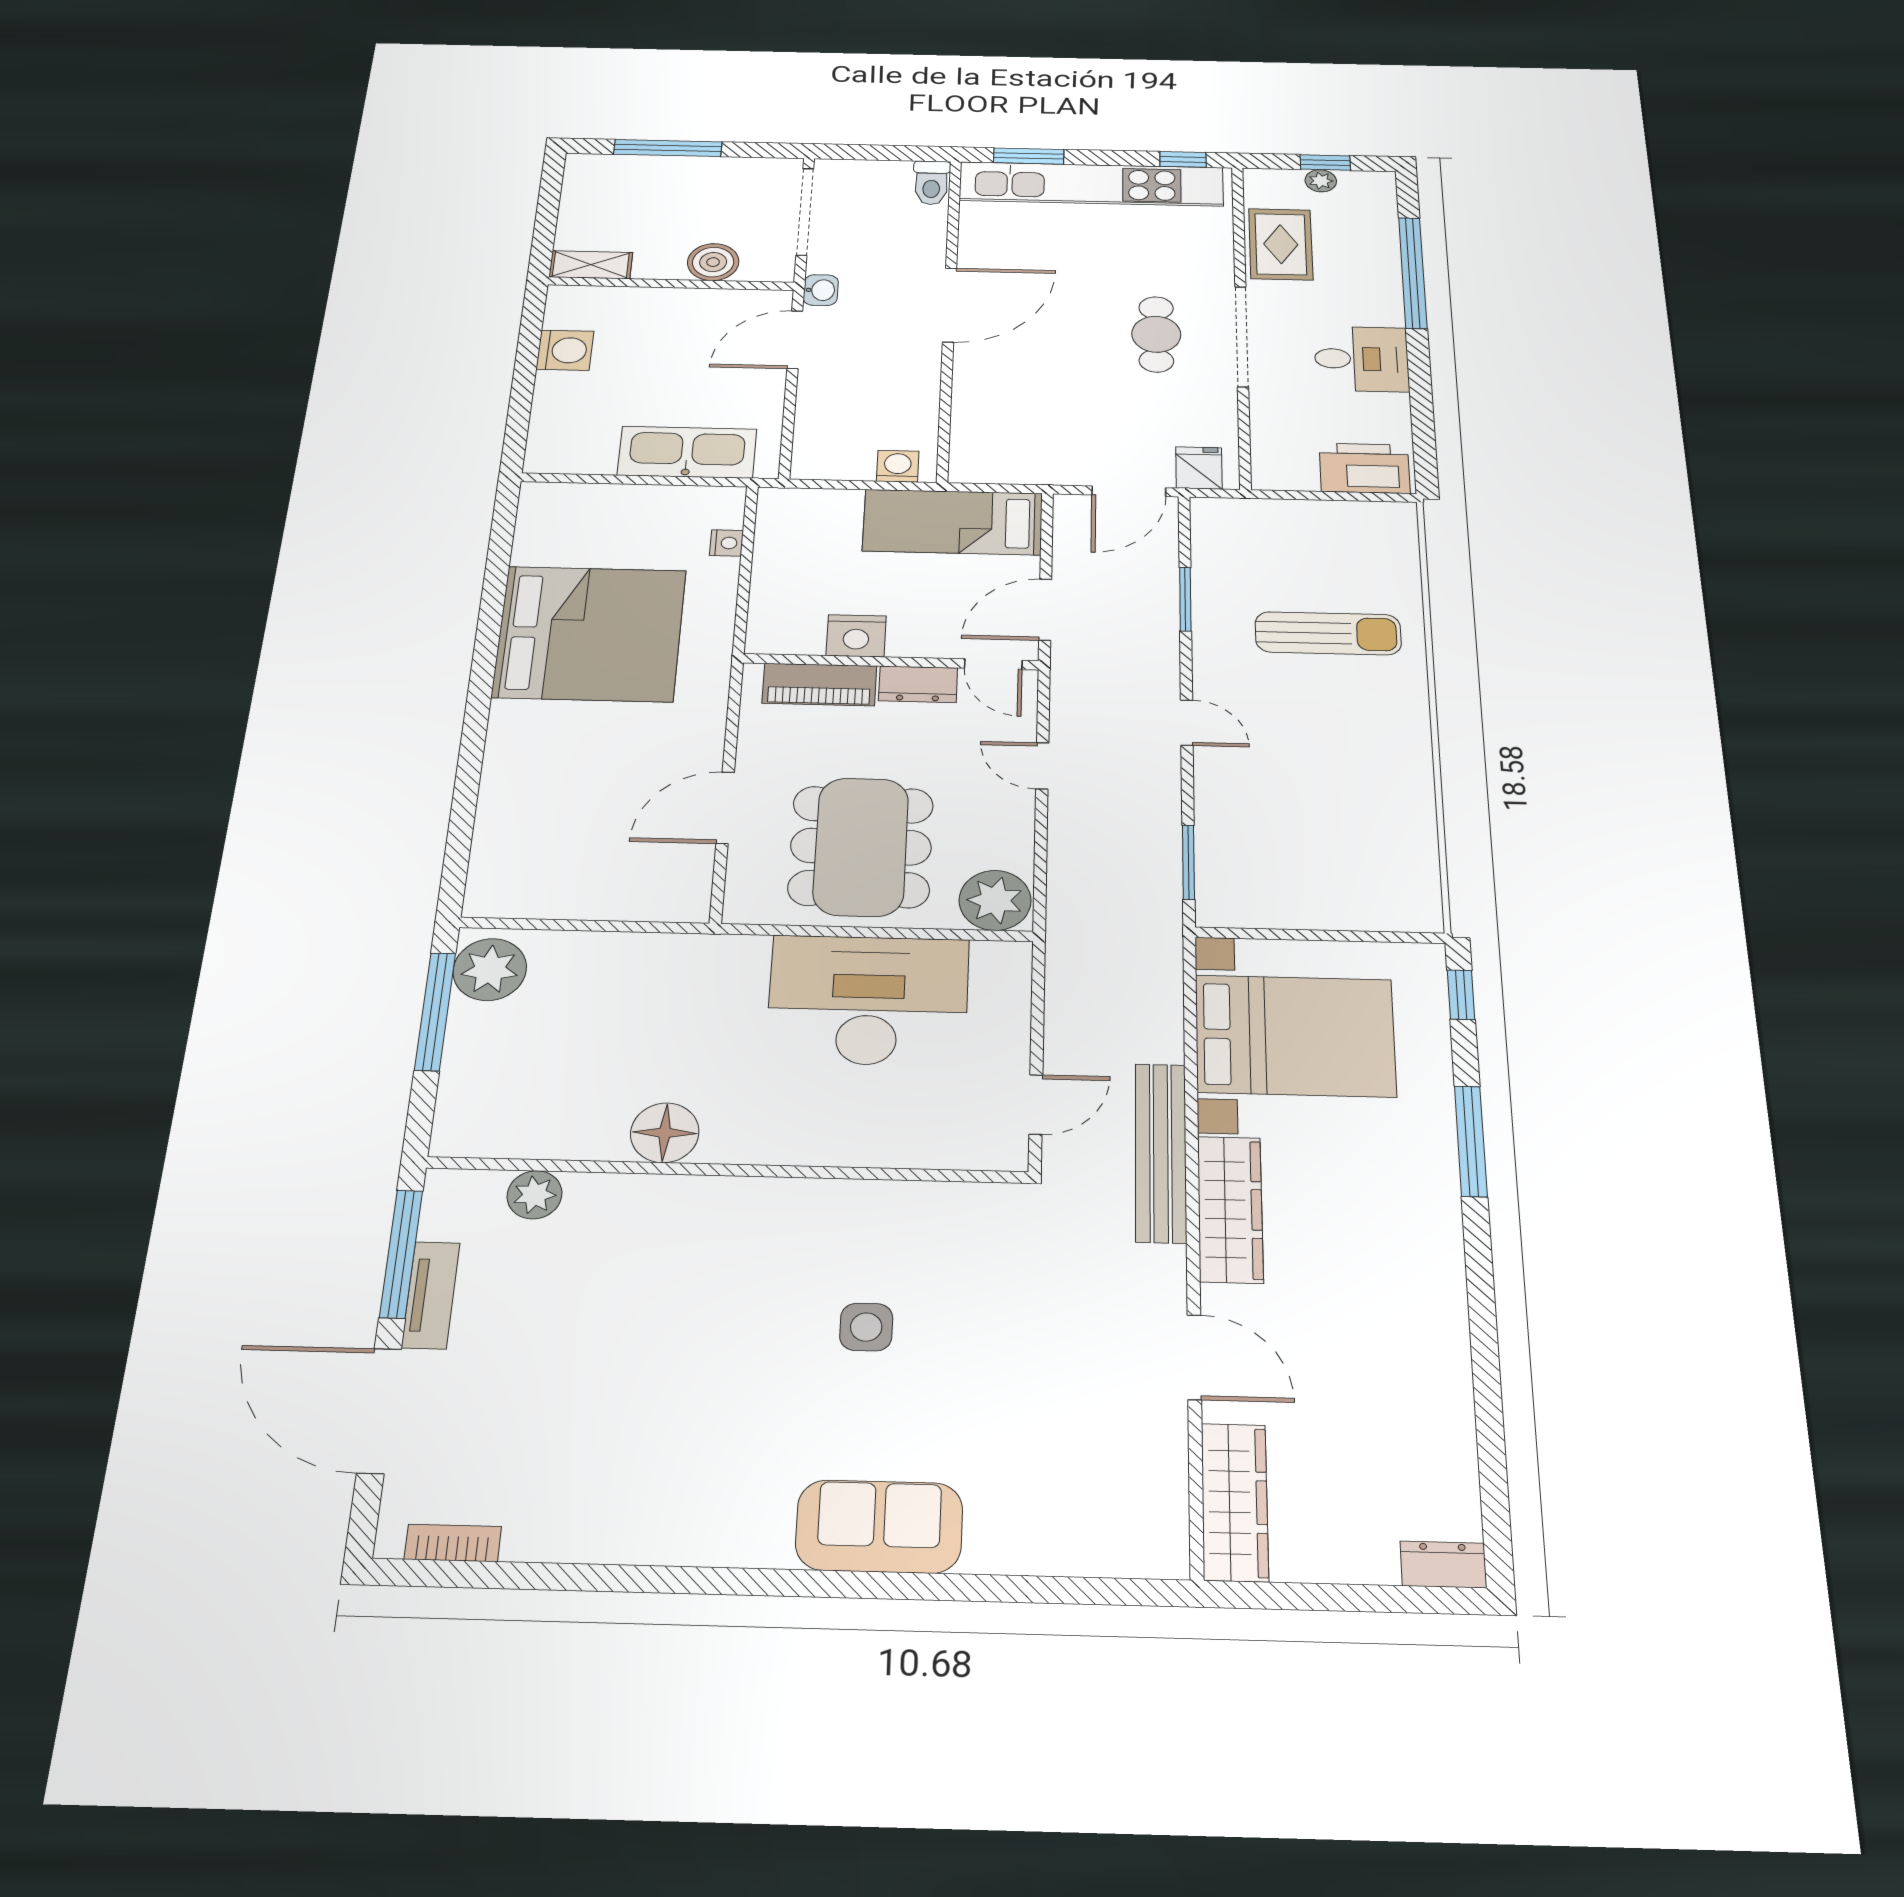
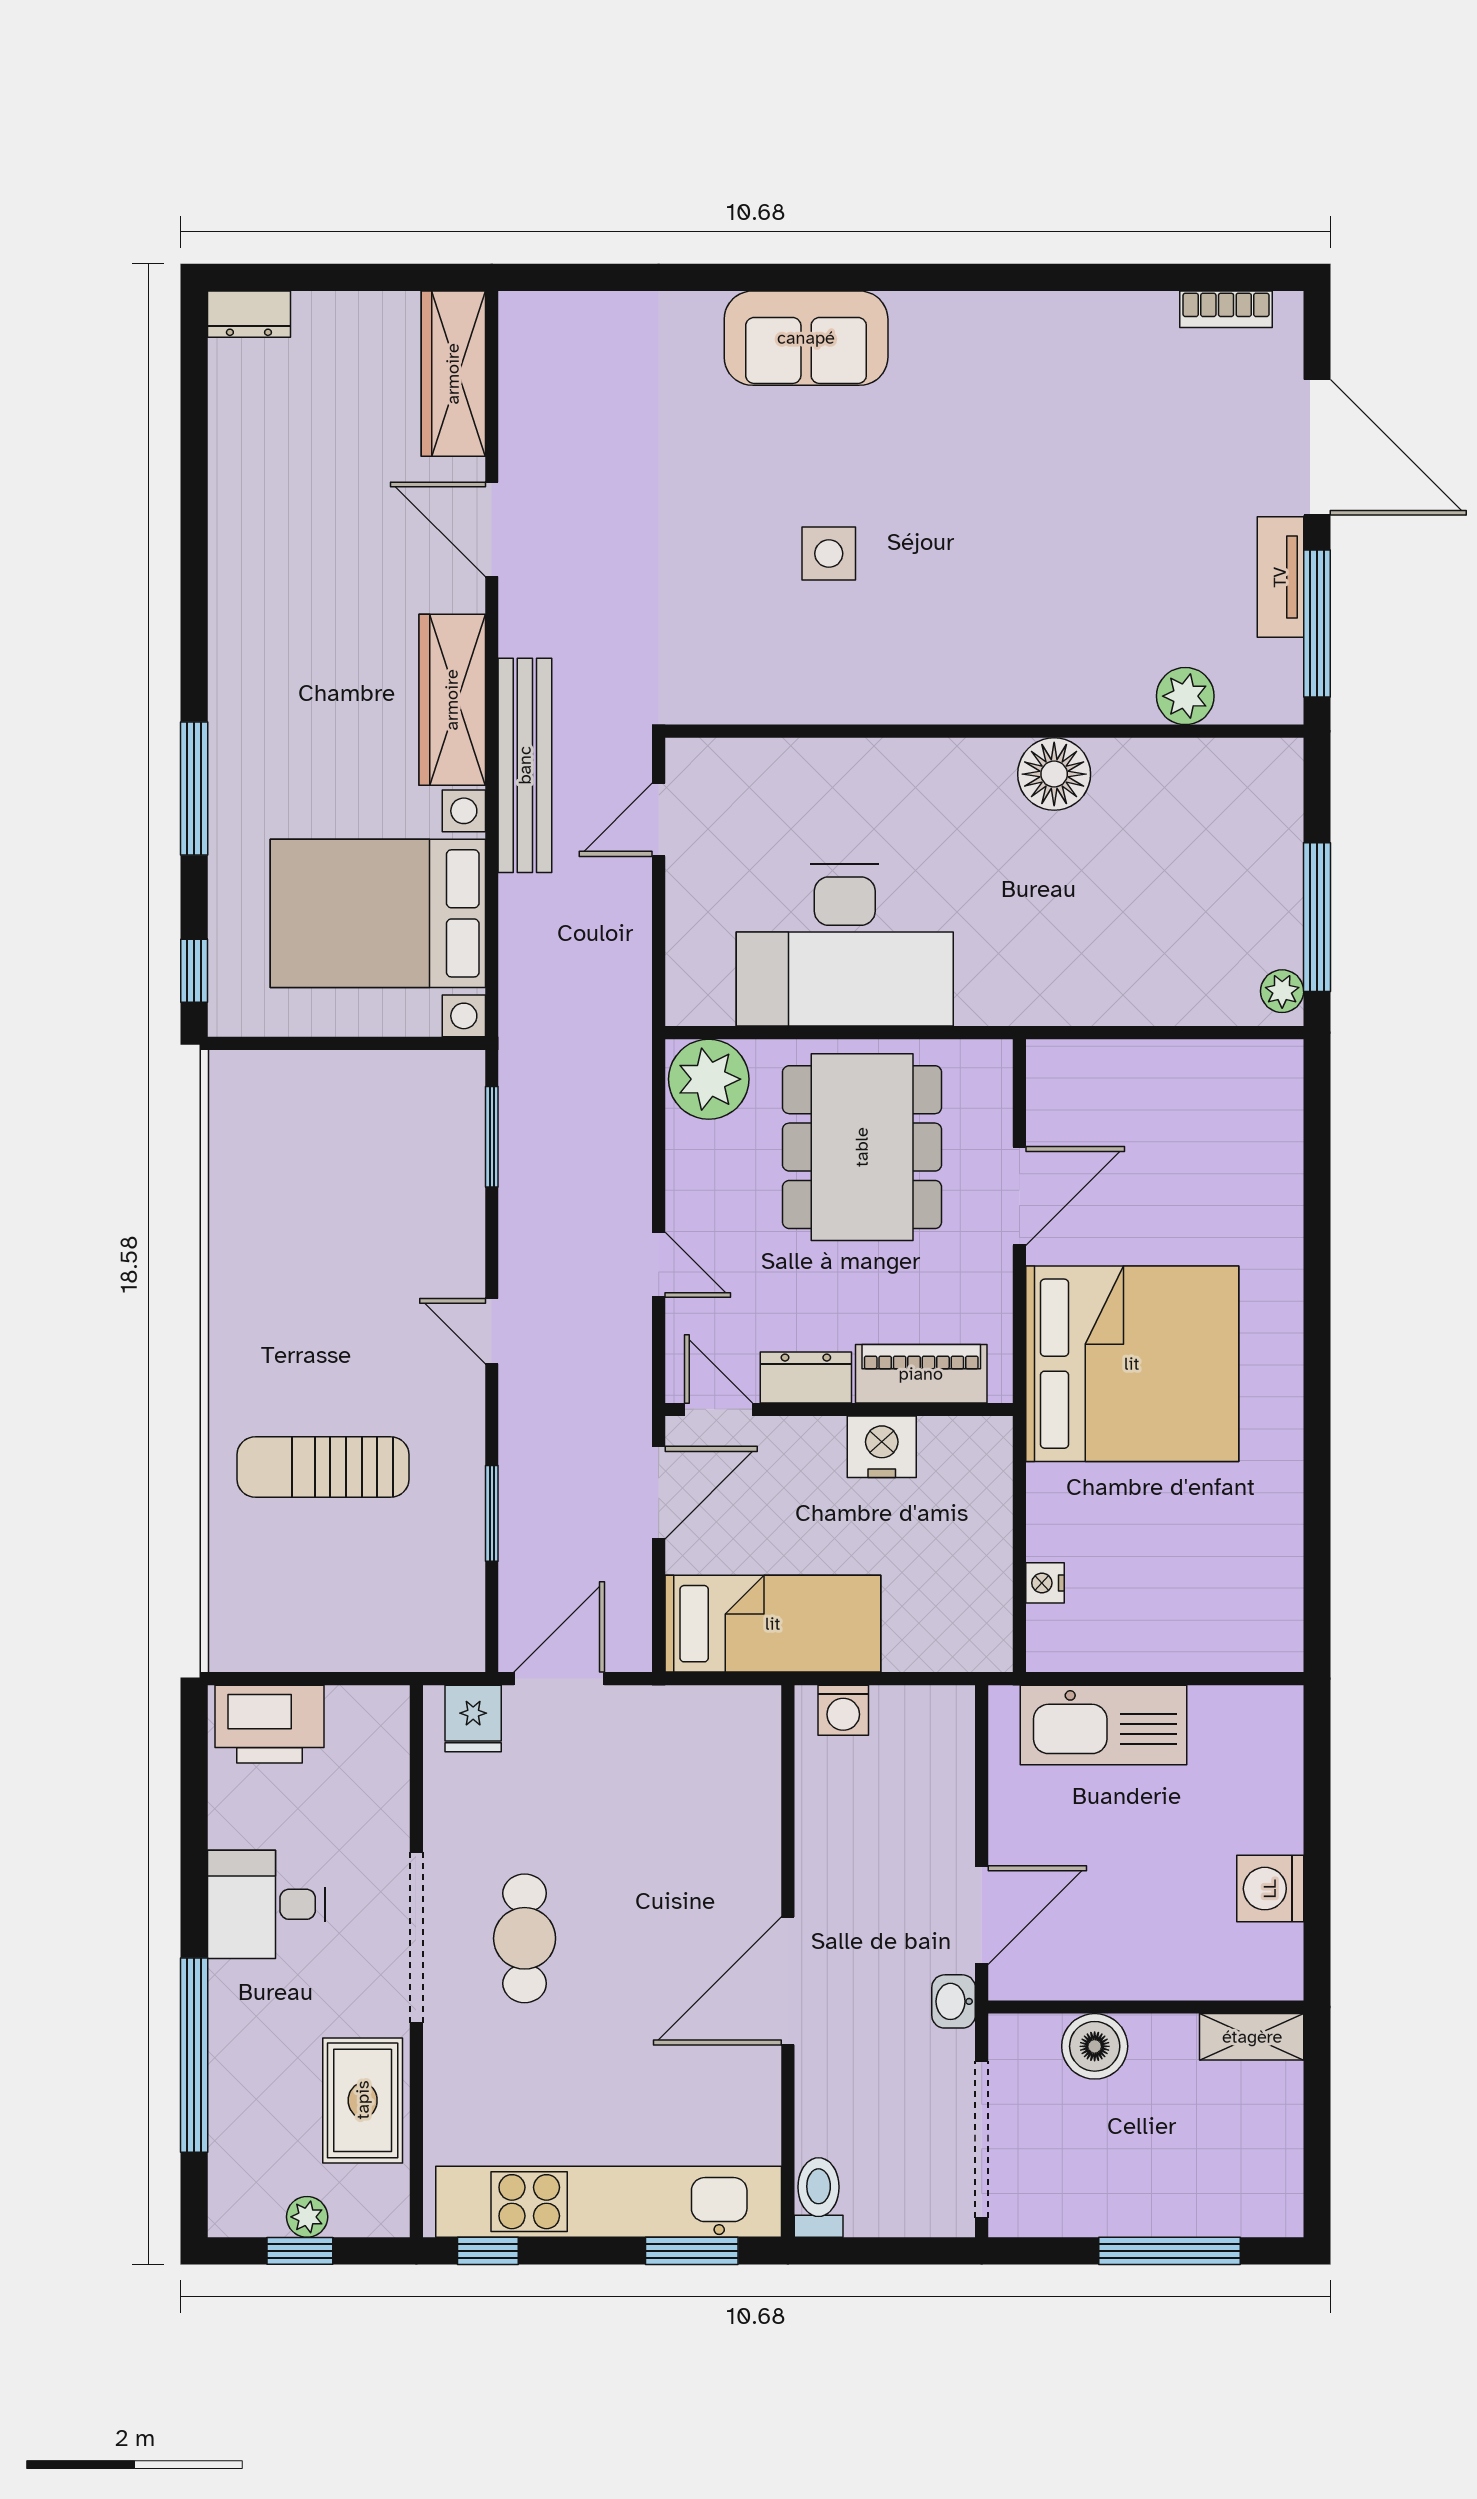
bed: (590, 633) -> (1132, 1364), moved, turned 180
plant: (490, 970) -> (1282, 991), width x0.53, depth x0.53

